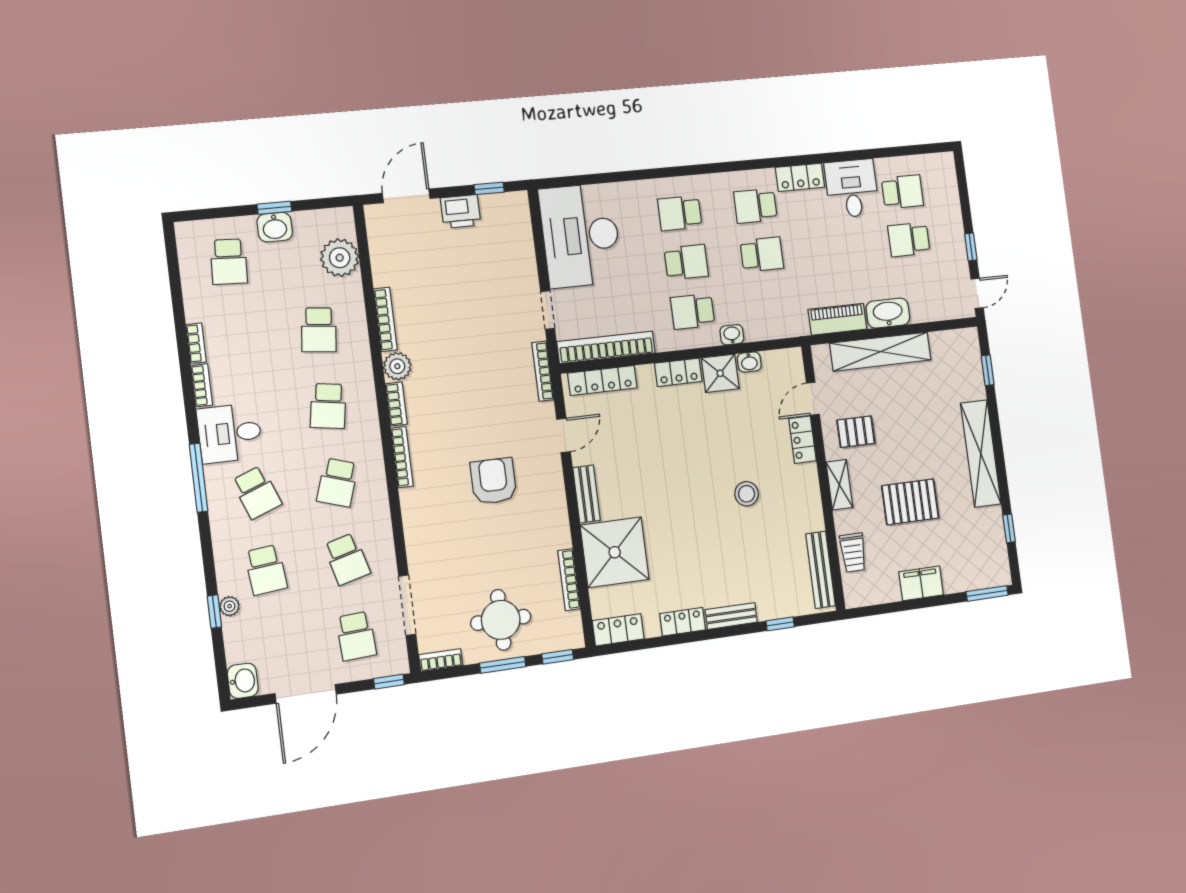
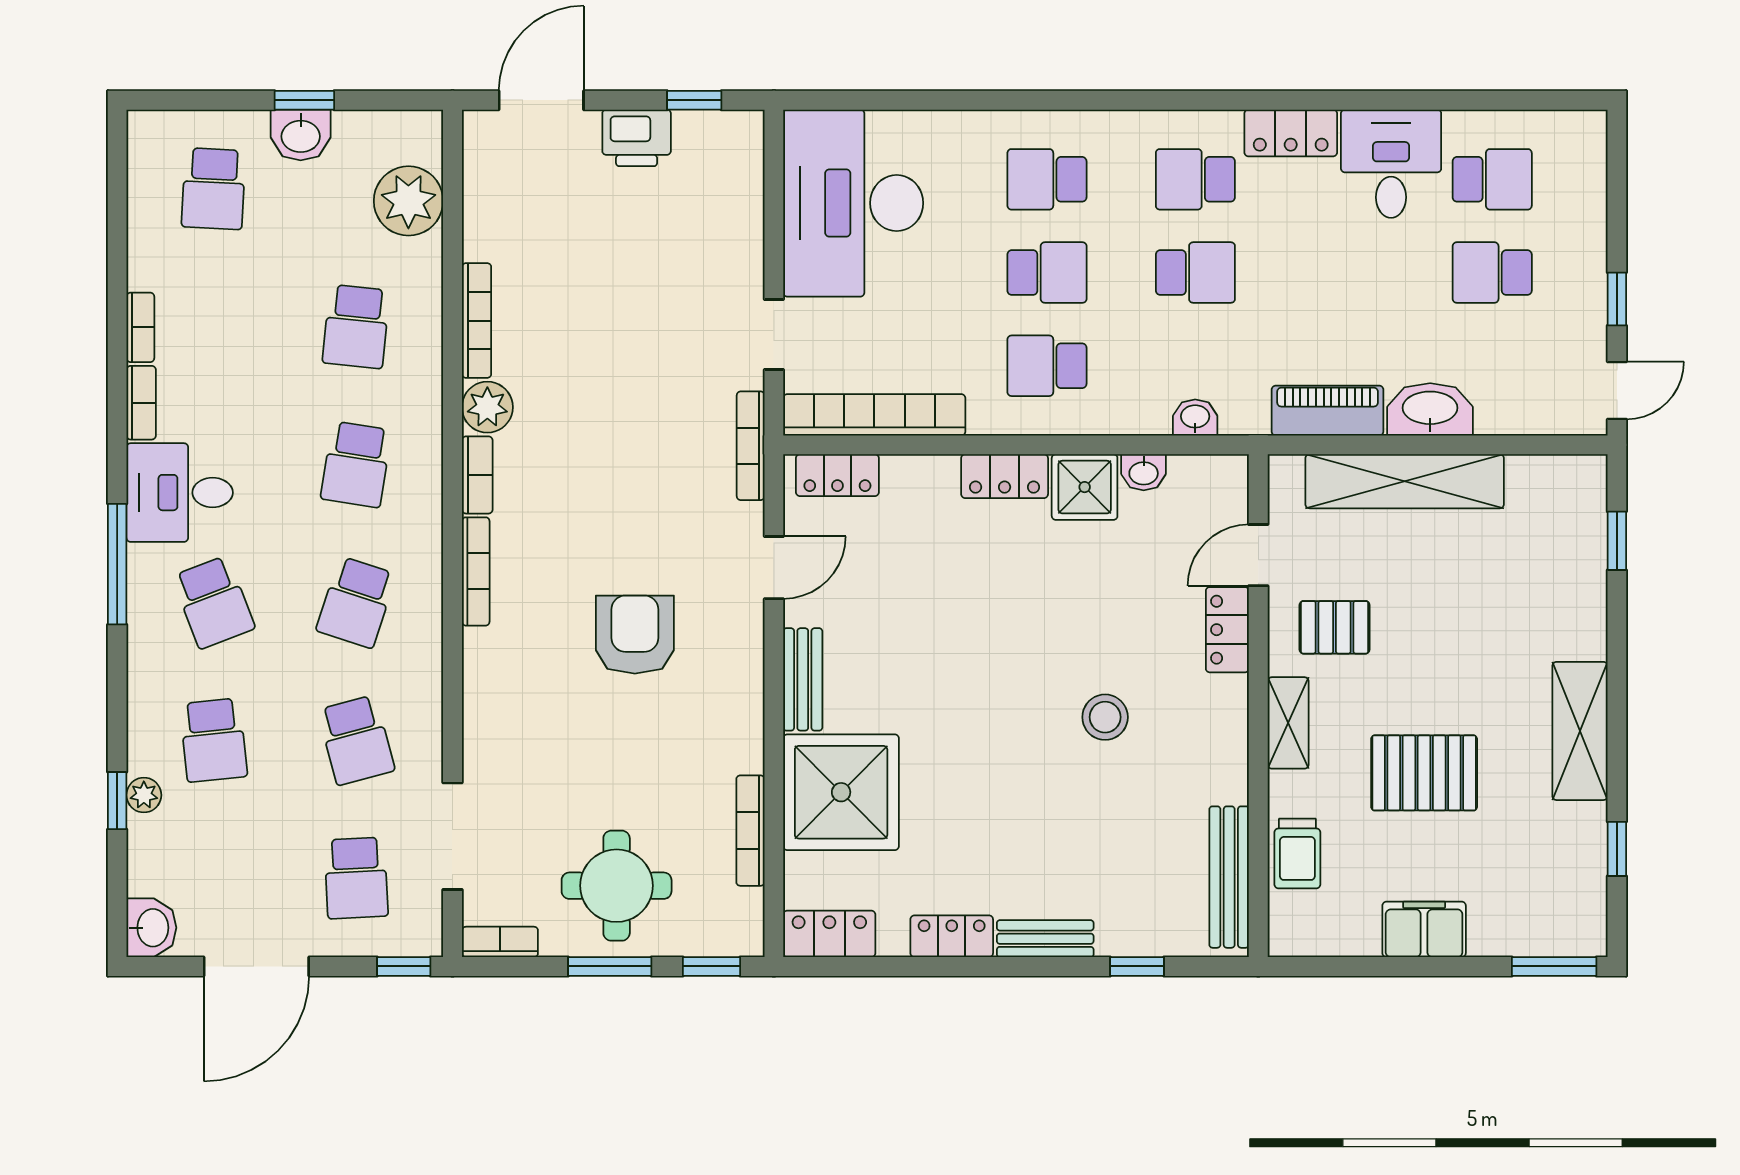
washbasin: (732, 335) -> (1195, 418), moved
locker: (602, 380) -> (837, 475), width x0.66
shelving: (981, 453) -> (1580, 731), width x0.68

